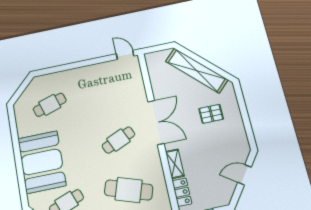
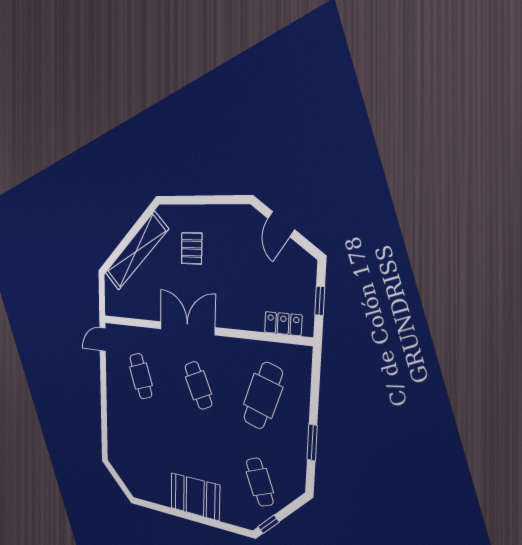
cafe table: (50, 105) -> (141, 376), moved
booth: (42, 162) -> (195, 497), width x0.73, depth x0.70
shelving: (175, 164) -> (244, 321), removed

